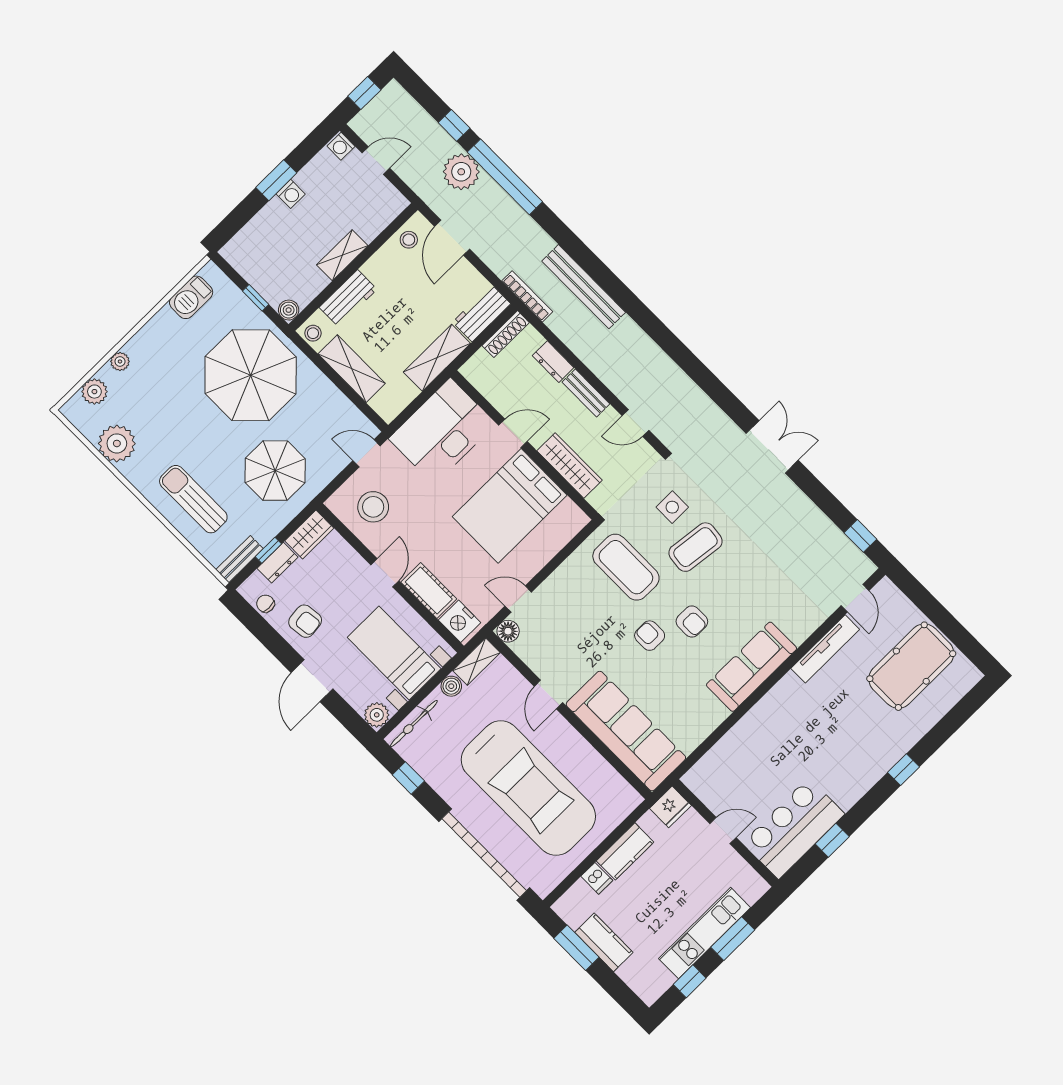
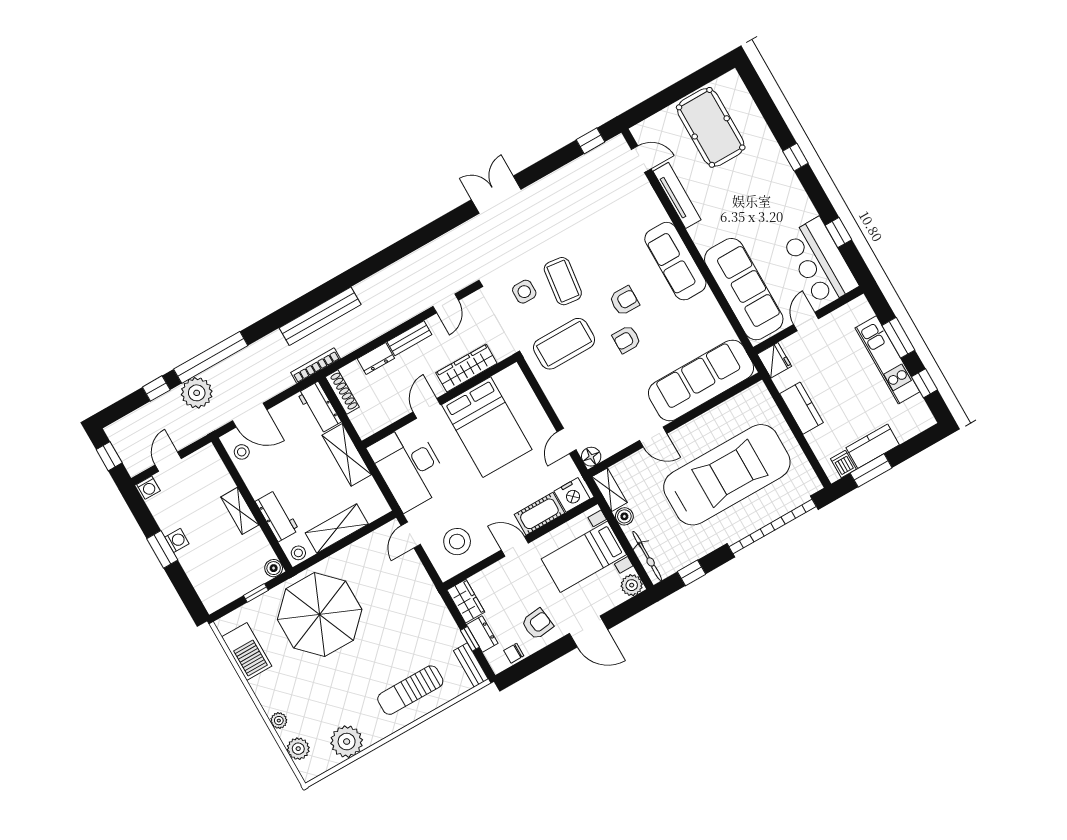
barbecue: (191, 297) -> (247, 651), width x1.37, depth x1.21
parasol: (275, 471) -> (405, 615), removed
sofa: (741, 751) -> (744, 289), added
dishwasher: (597, 878) -> (843, 464), moved, turned -90

